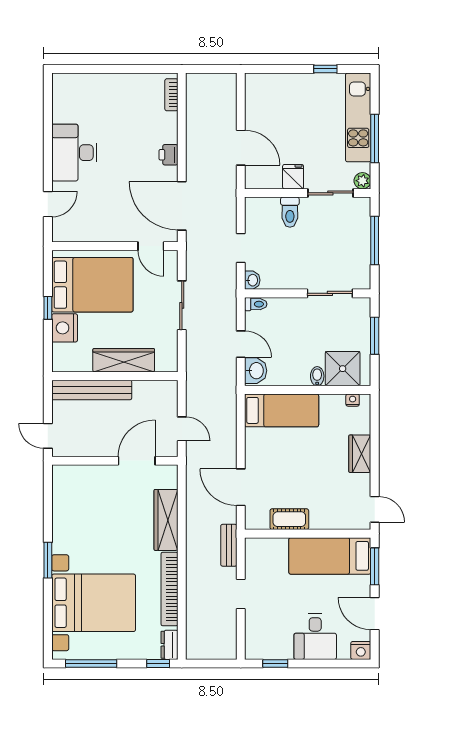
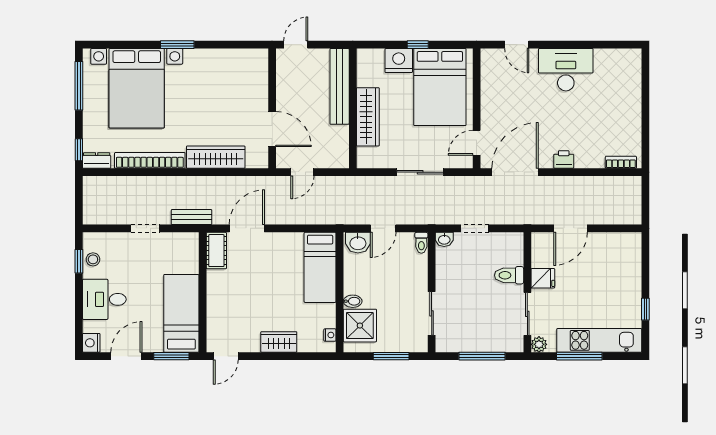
cot: (289, 519) -> (216, 251), moved
stool: (273, 649) -> (93, 259), added

